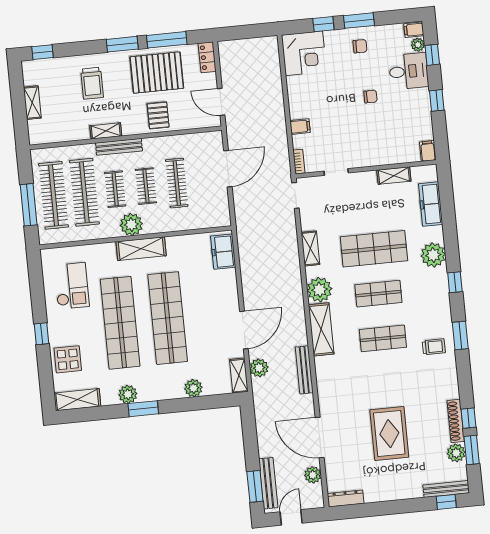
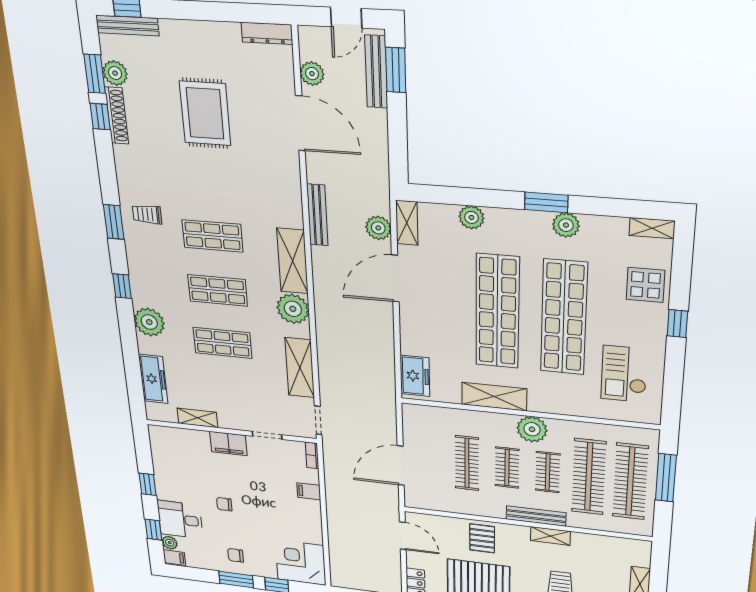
filing cabinet: (428, 151) -> (228, 444), moved, width x2.00
shelving: (310, 248) -> (300, 368), width x1.50, depth x1.33
shelving: (141, 249) -> (494, 397), moved
shop shelf: (374, 249) -> (223, 343), width x0.70, depth x0.74
shelving: (77, 400) -> (652, 228), width x0.67, depth x0.75

